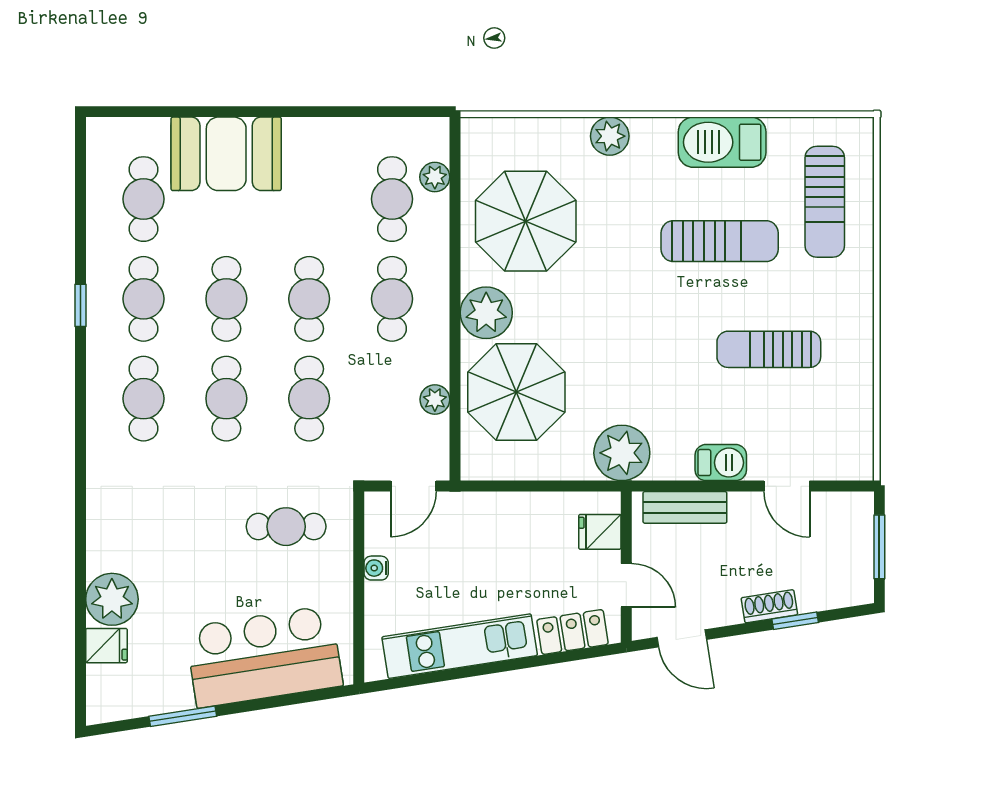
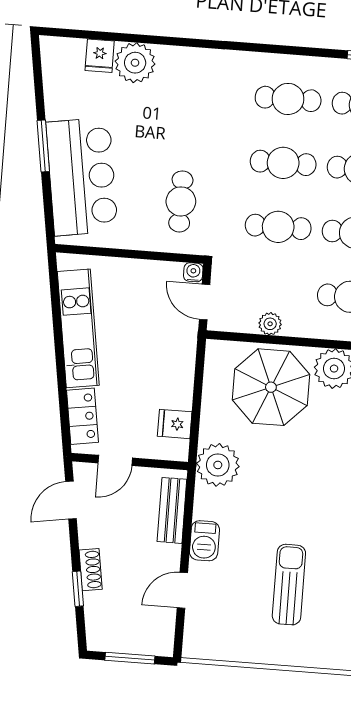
fridge: (600, 532) -> (175, 424), moved, turned -90
water cooler: (376, 568) -> (193, 272), moved
window: (183, 716) -> (43, 146), moved

